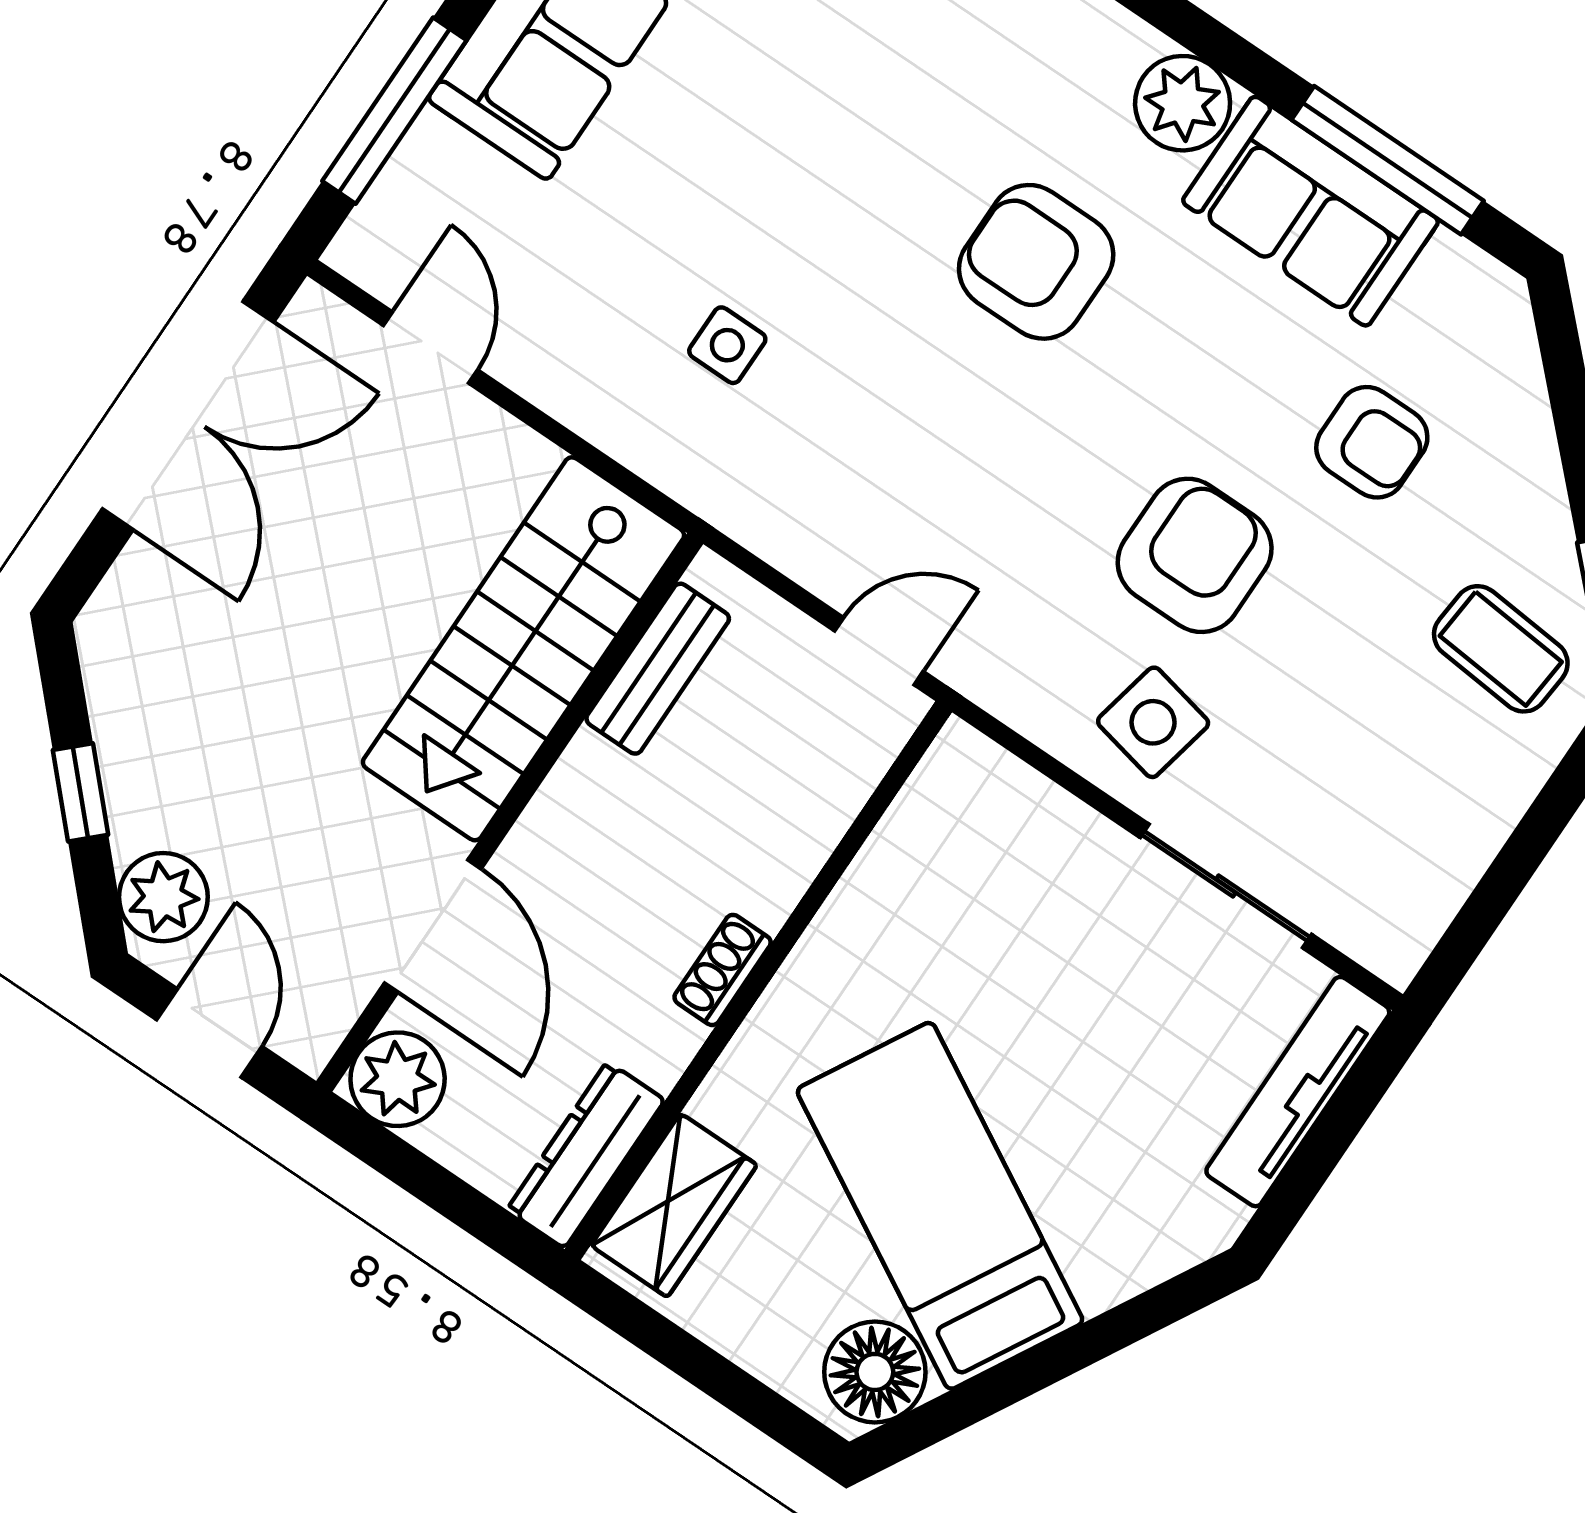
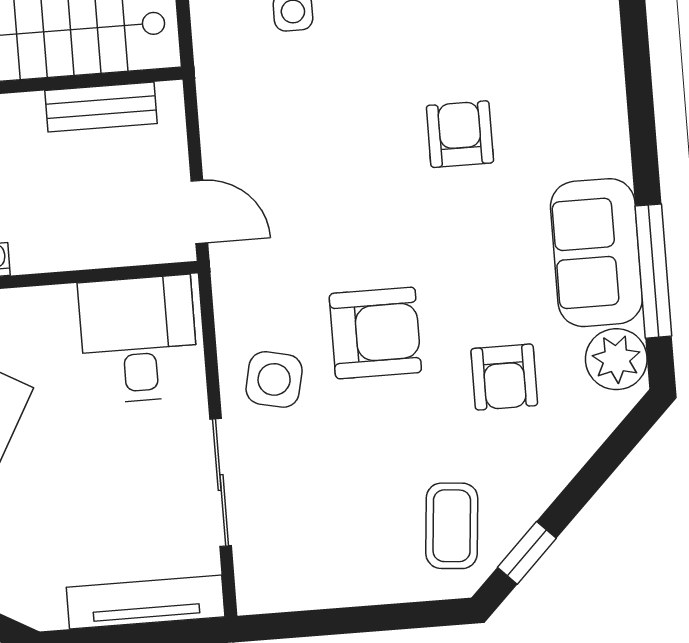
plant: (1183, 103) -> (616, 359), moved
armchair: (1036, 262) -> (460, 134), width x0.72, depth x0.72
desk: (974, 847) -> (138, 339), added

